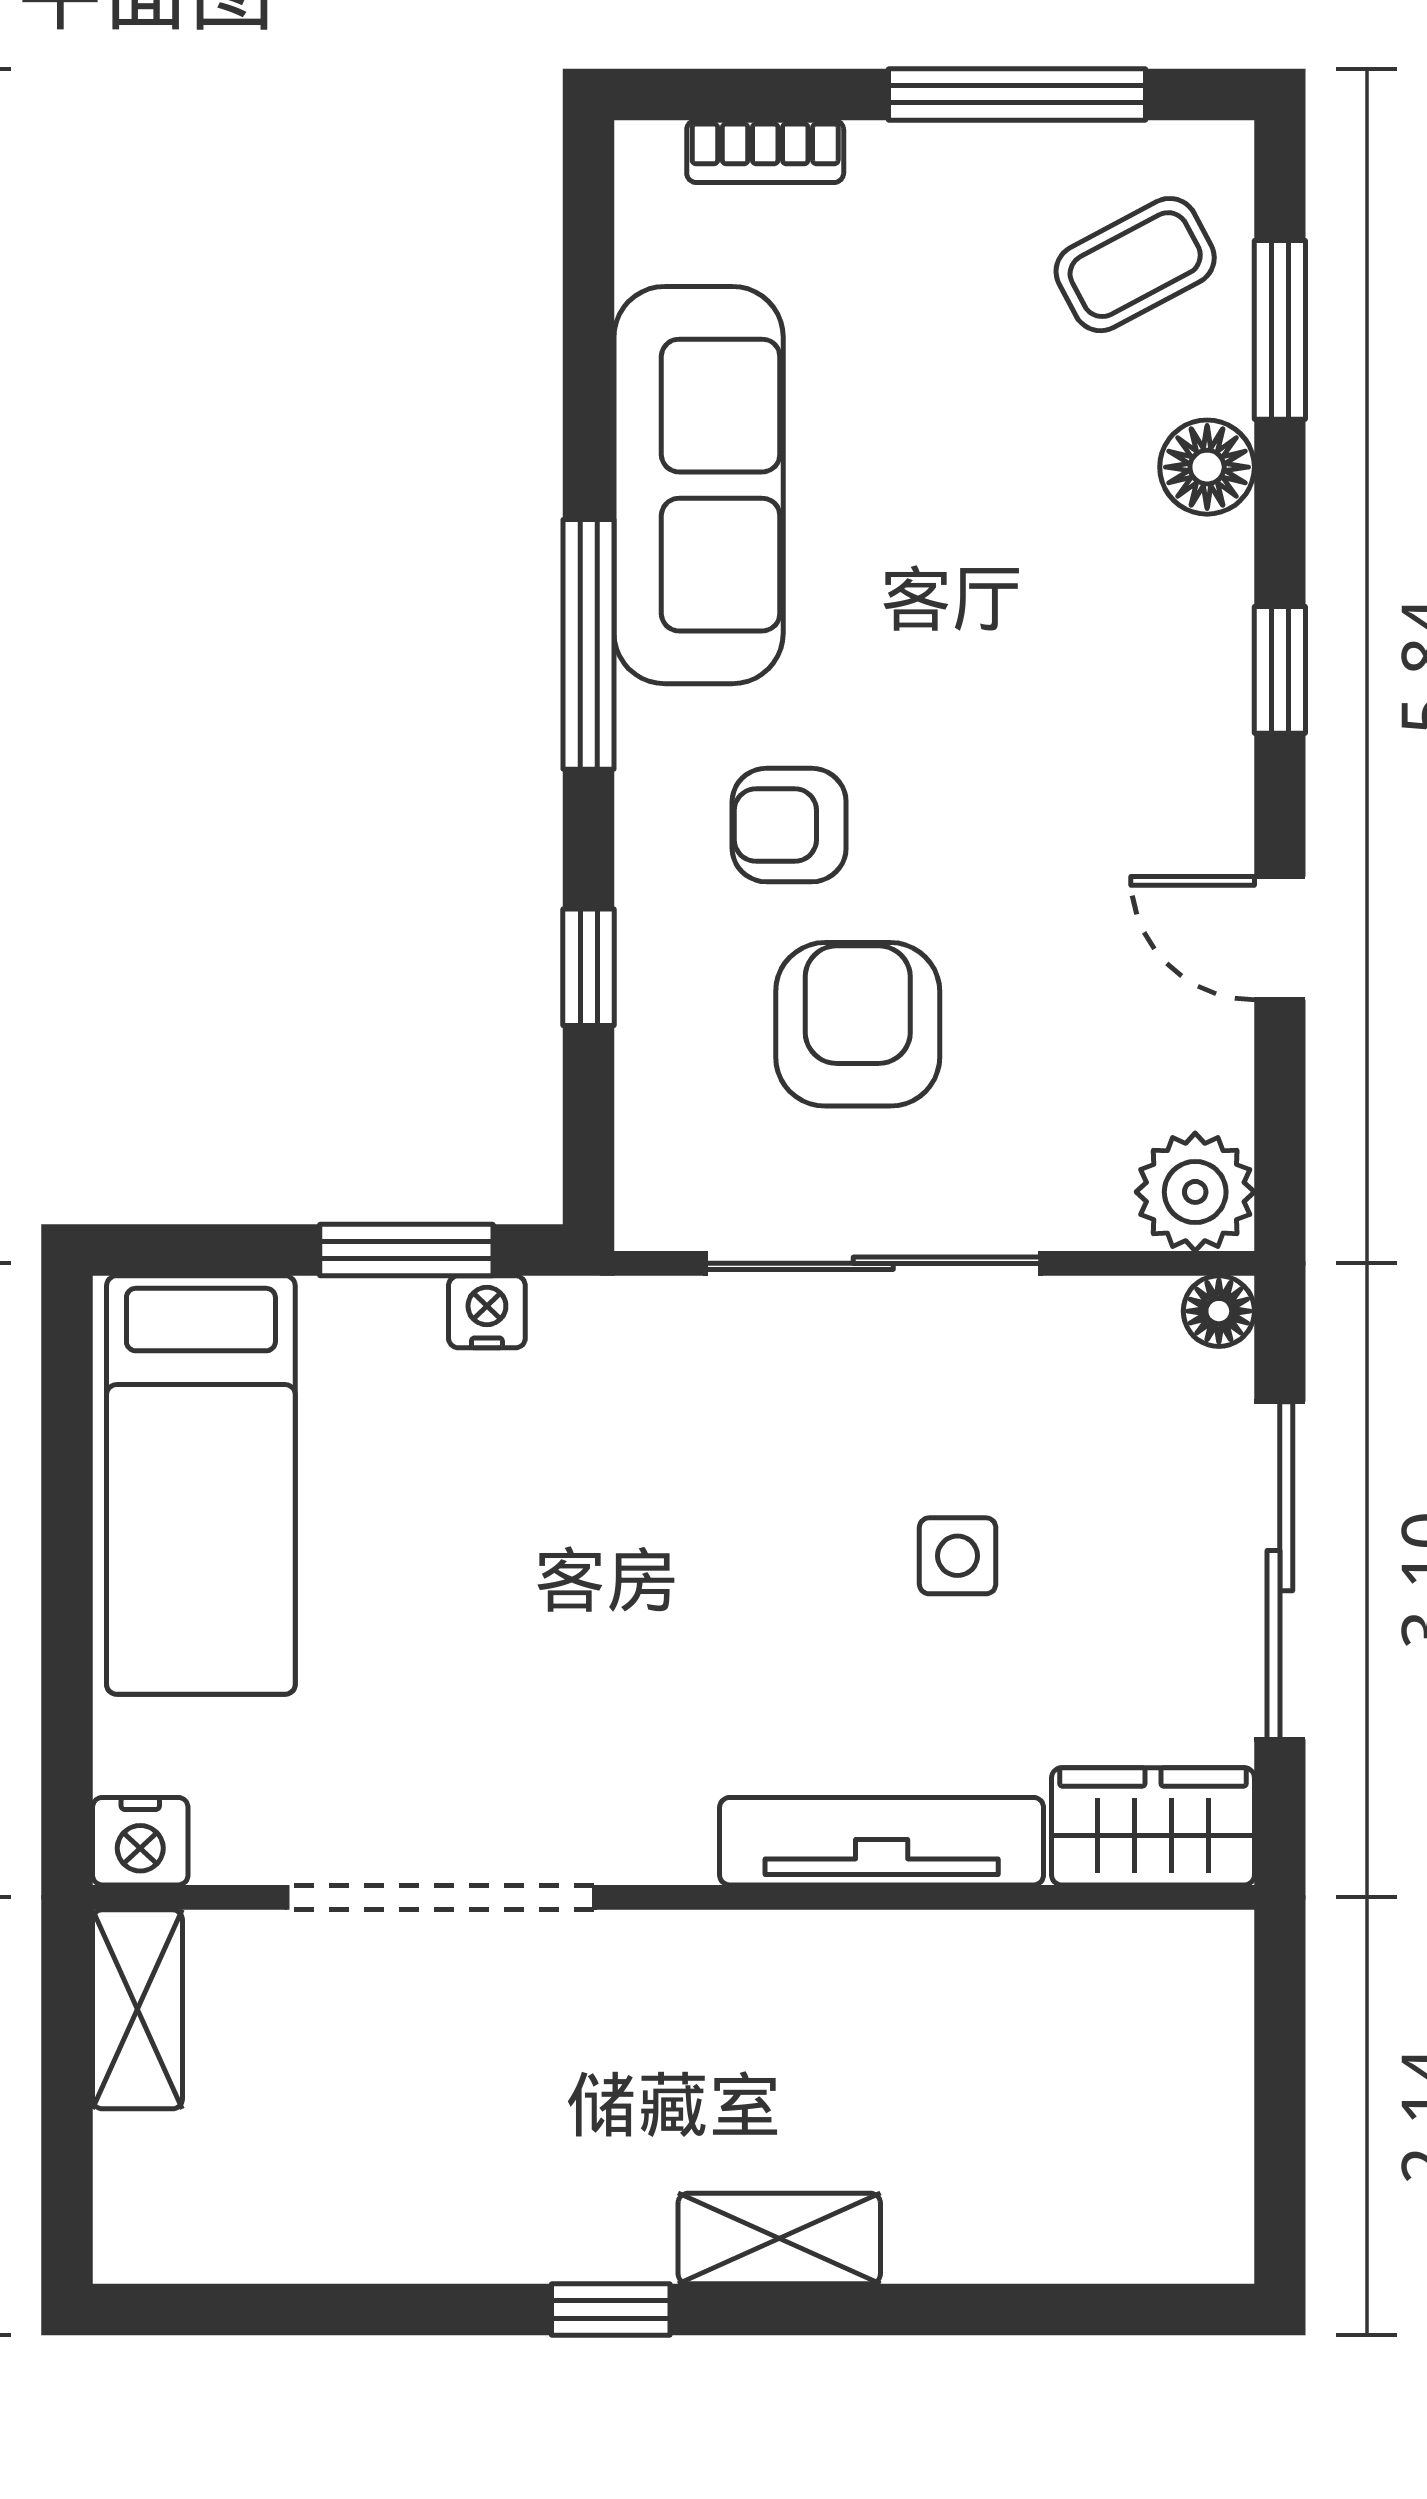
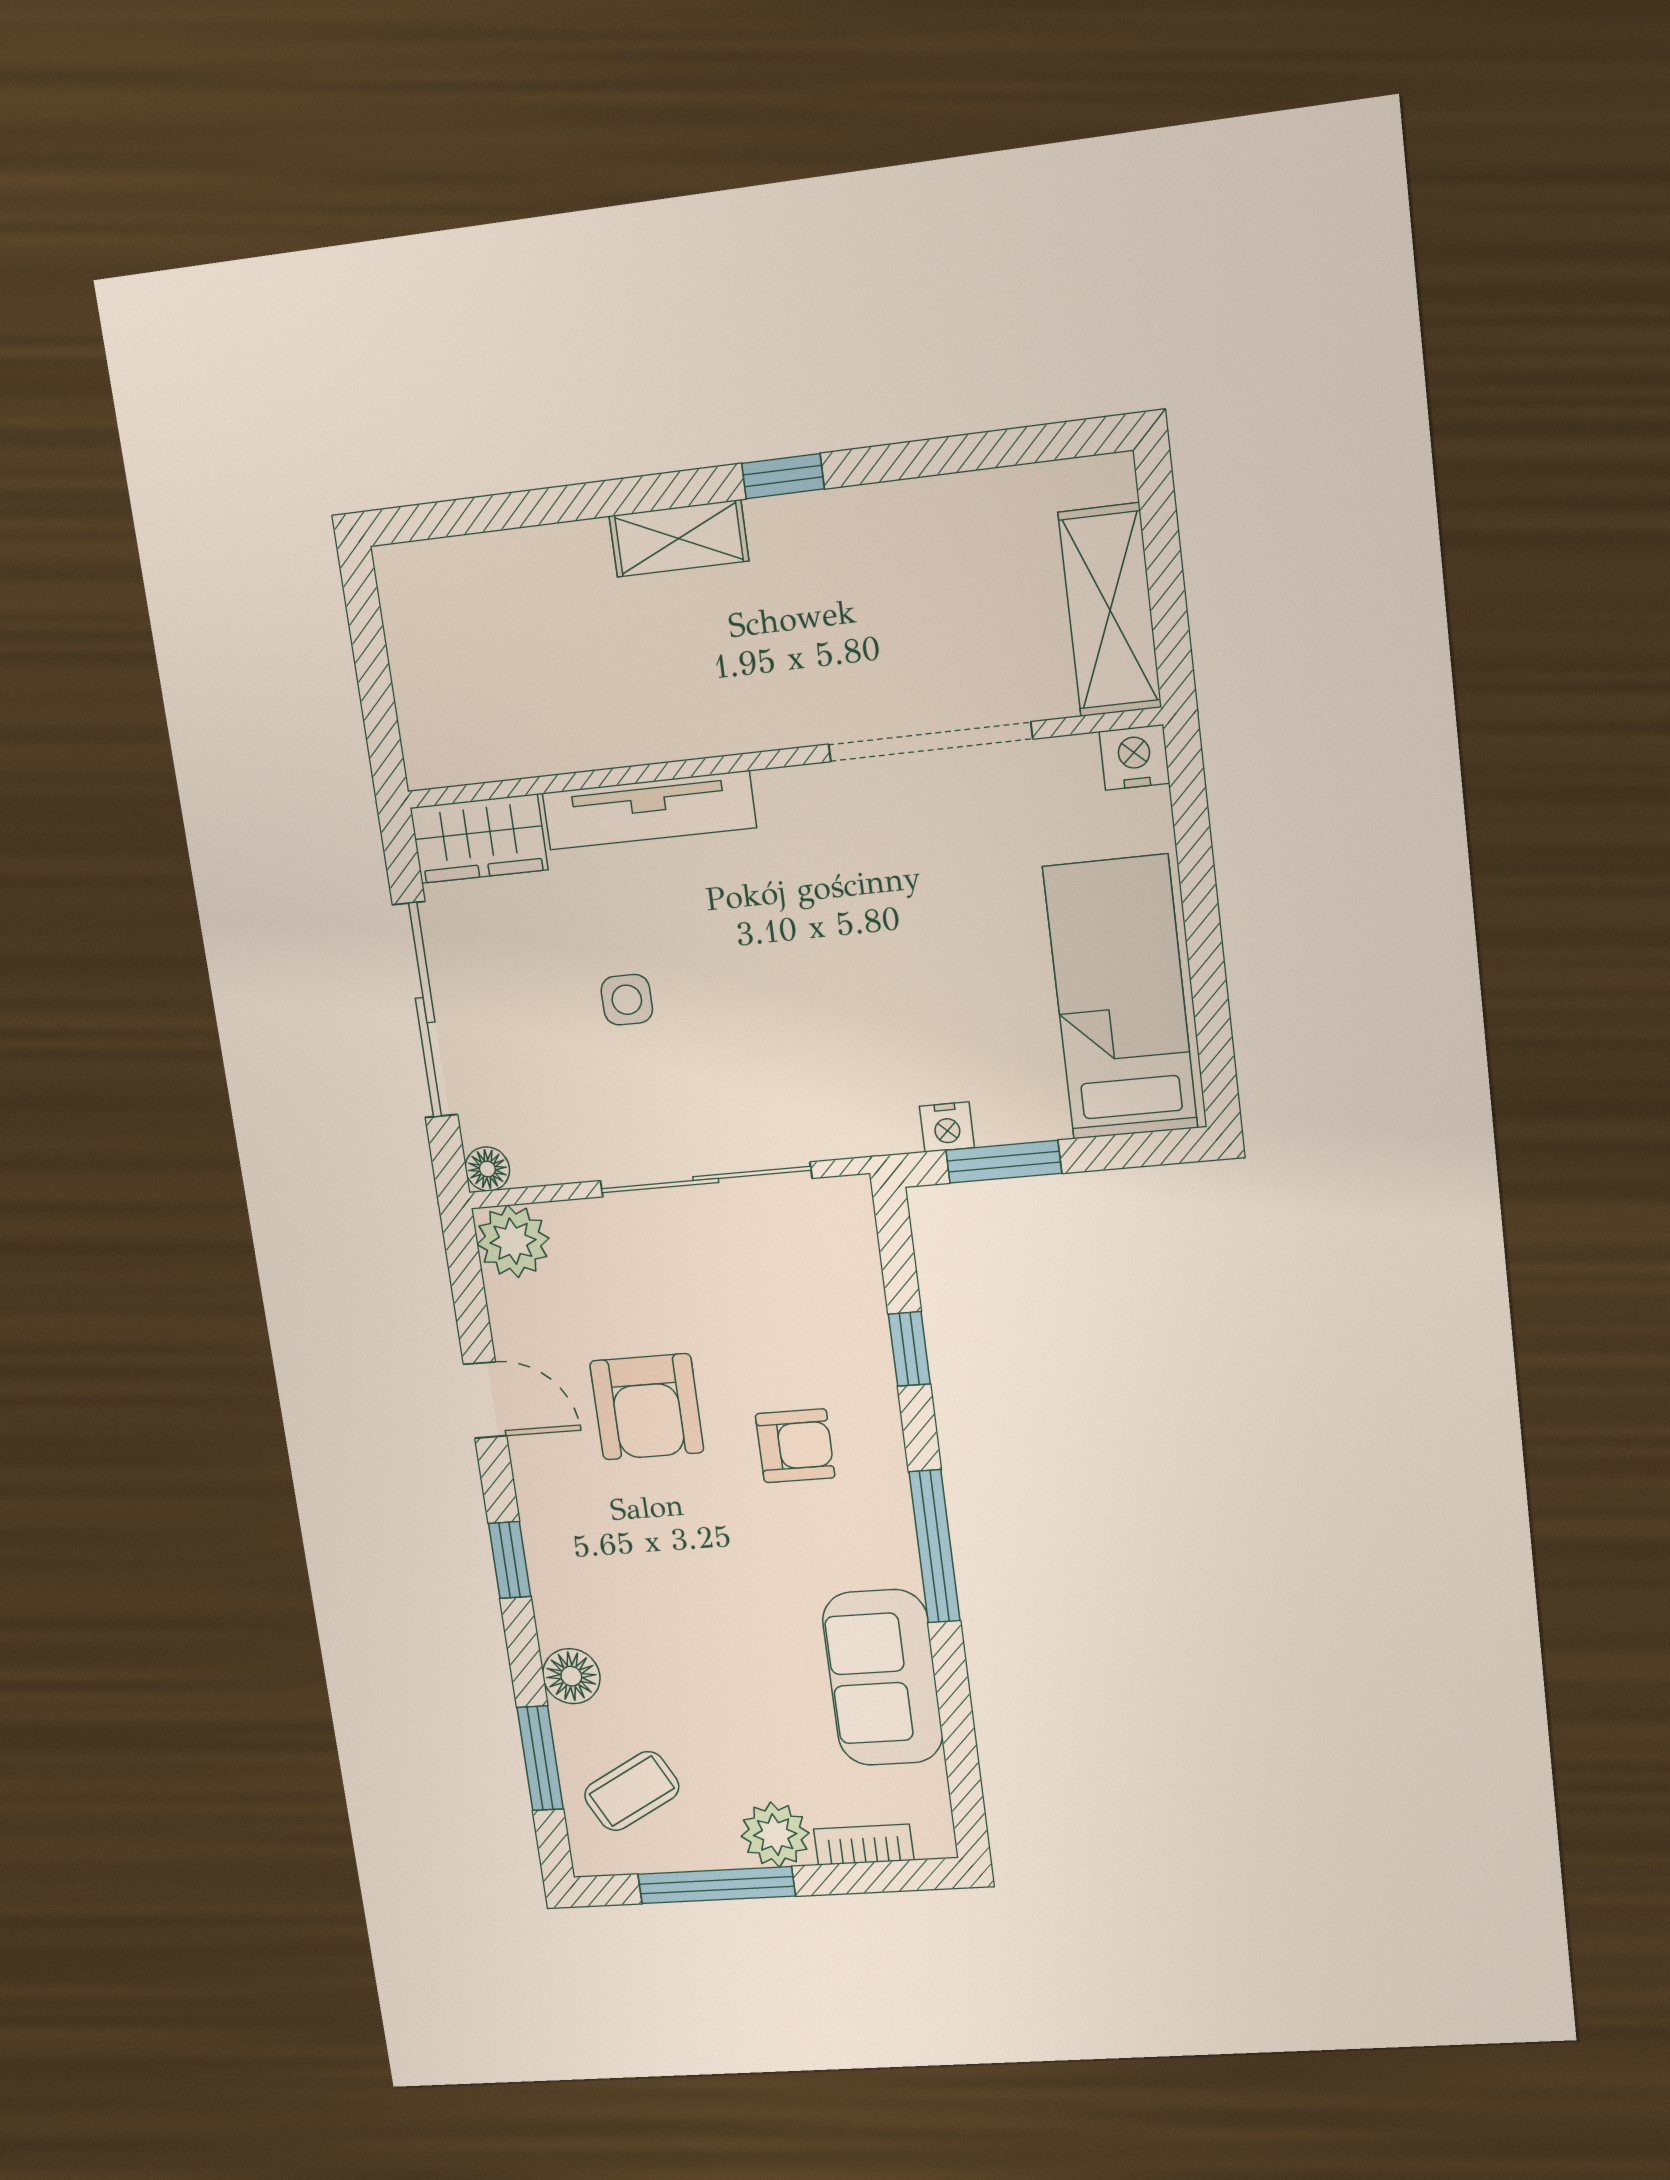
plant: (908, 177) -> (775, 1835), added
sofa: (699, 485) -> (883, 1678), width x0.73
armchair: (858, 1024) -> (647, 1407), moved
shelving: (137, 2009) -> (1110, 610), width x1.50, depth x1.33

